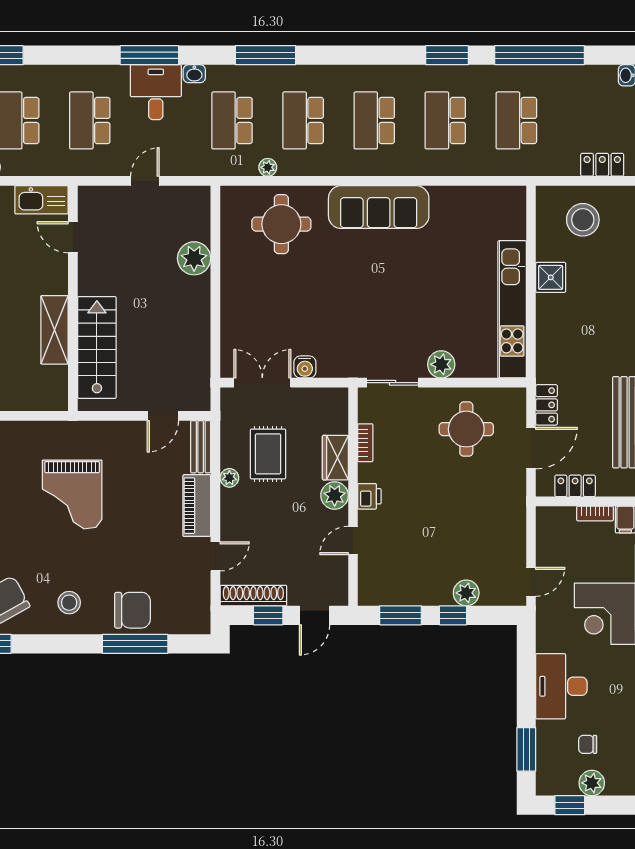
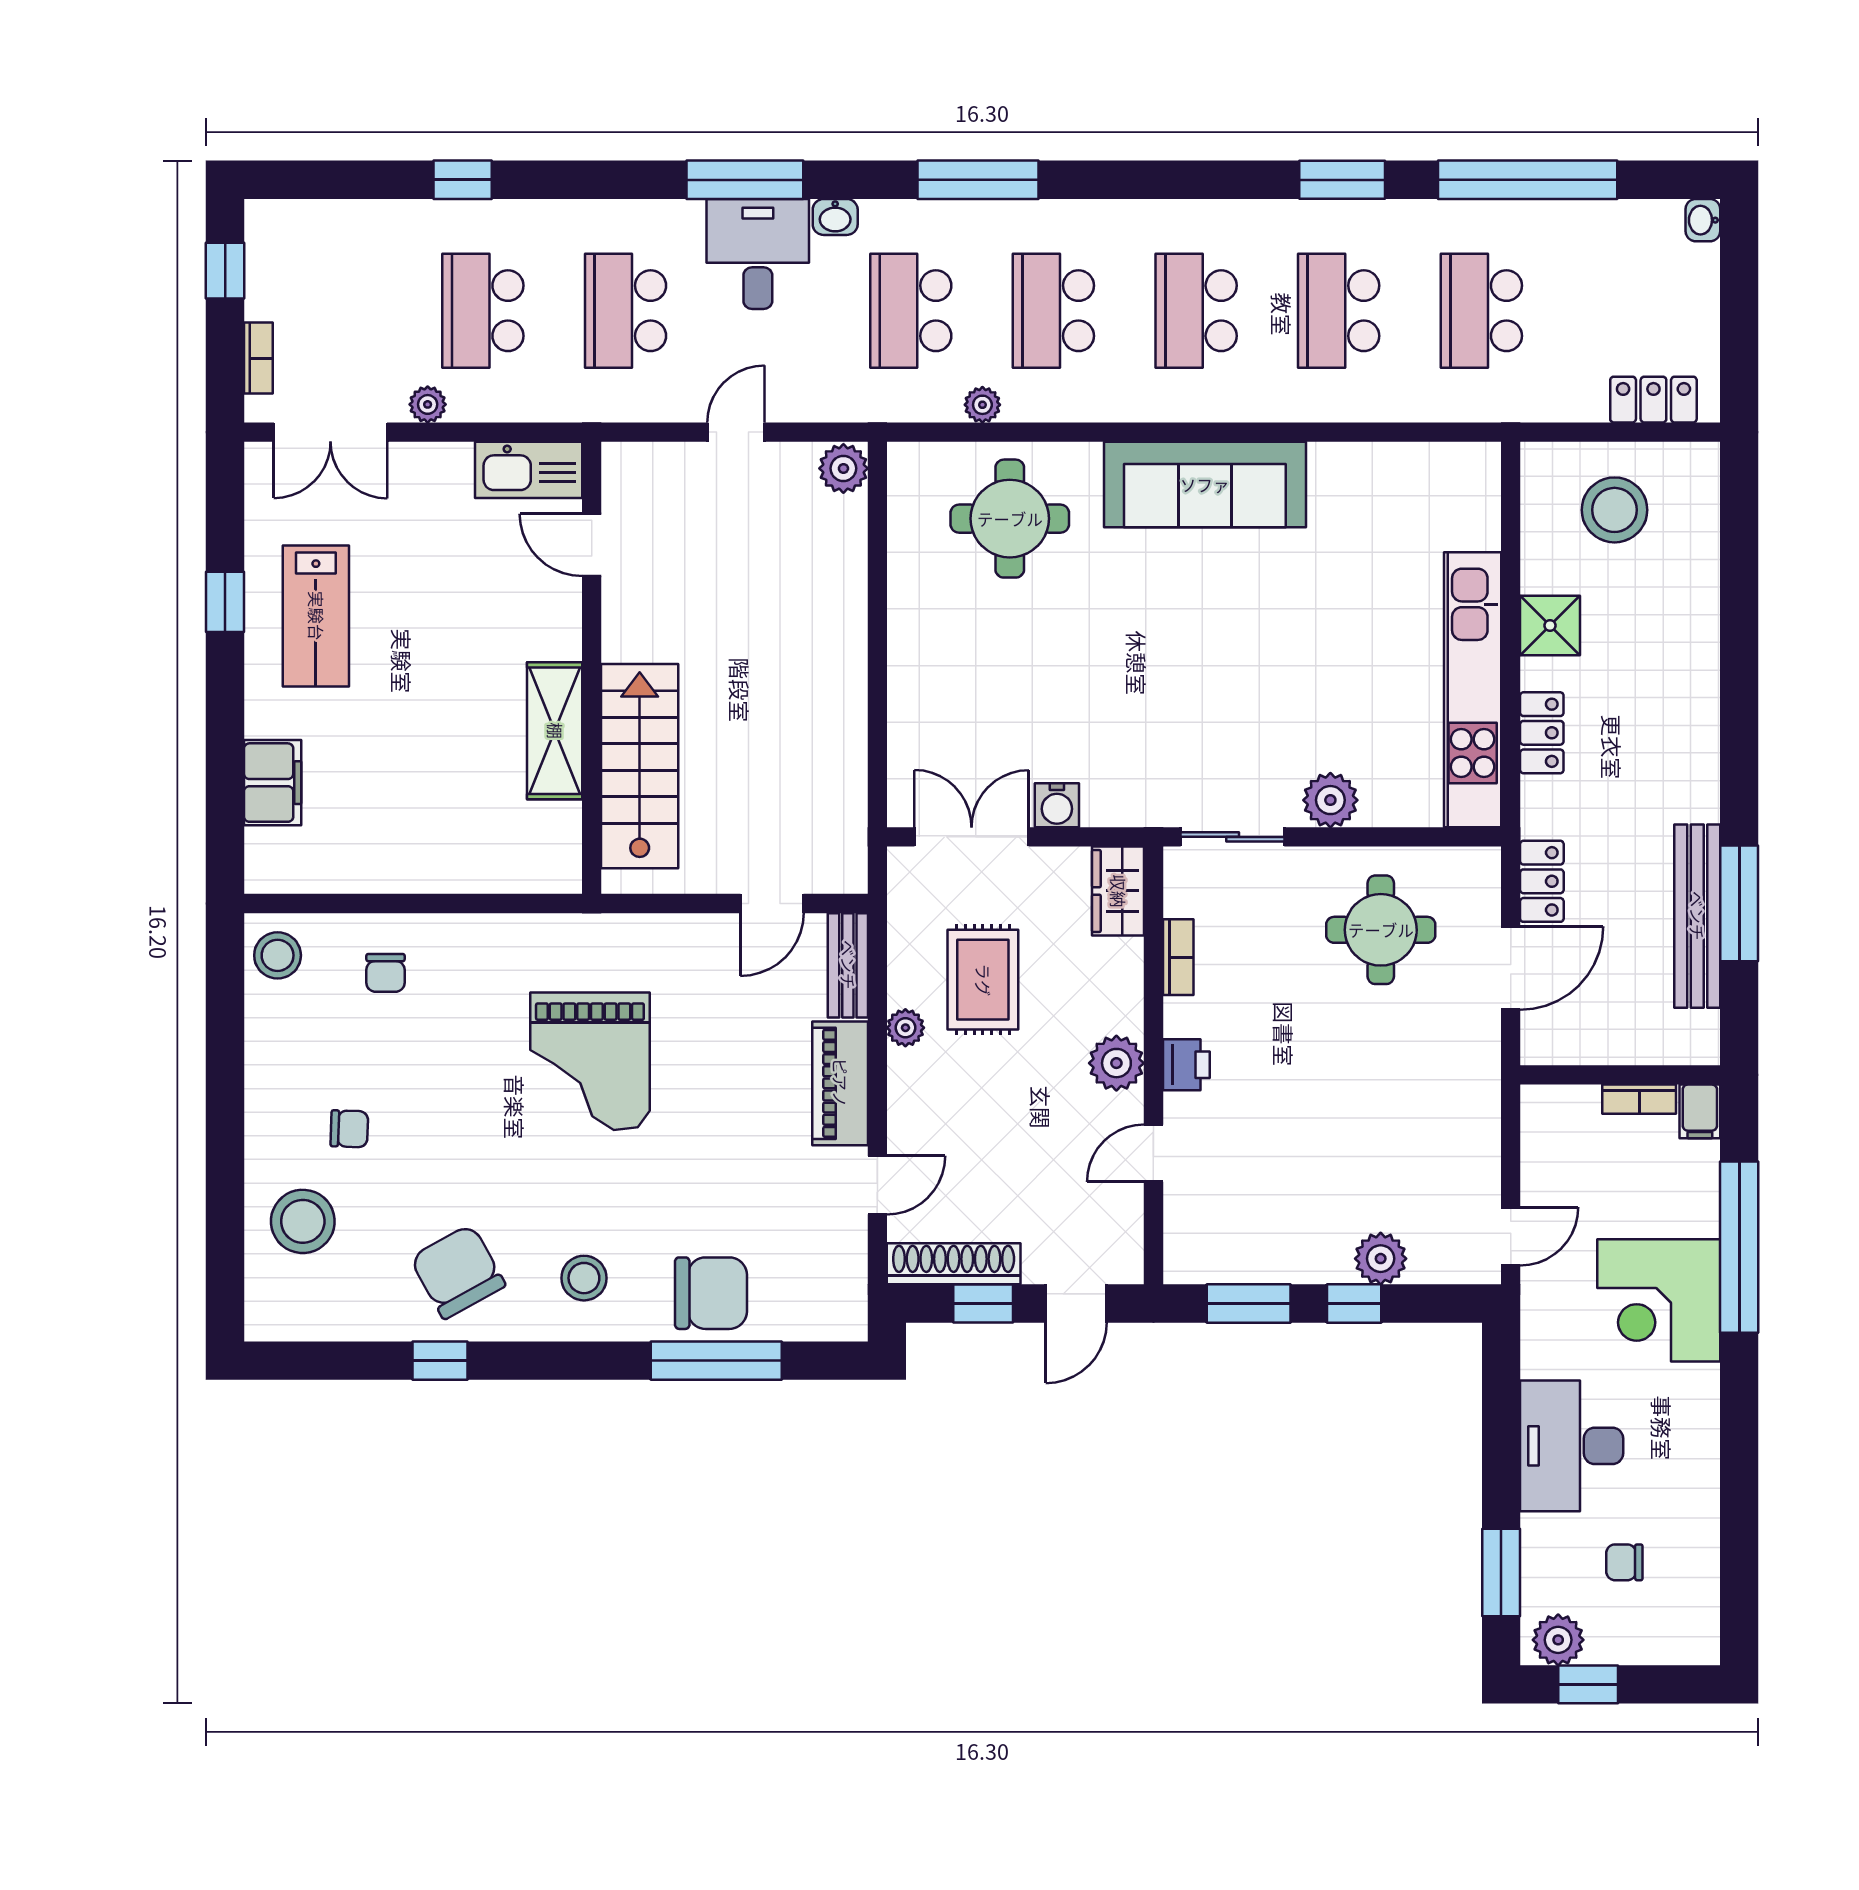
plant: (194, 258) -> (843, 468), moved, width x0.73, depth x0.73
wardrobe: (335, 458) -> (1118, 891), moved
locker: (575, 486) -> (1542, 733), moved, turned 90
plant: (592, 783) -> (1558, 1640), moved

